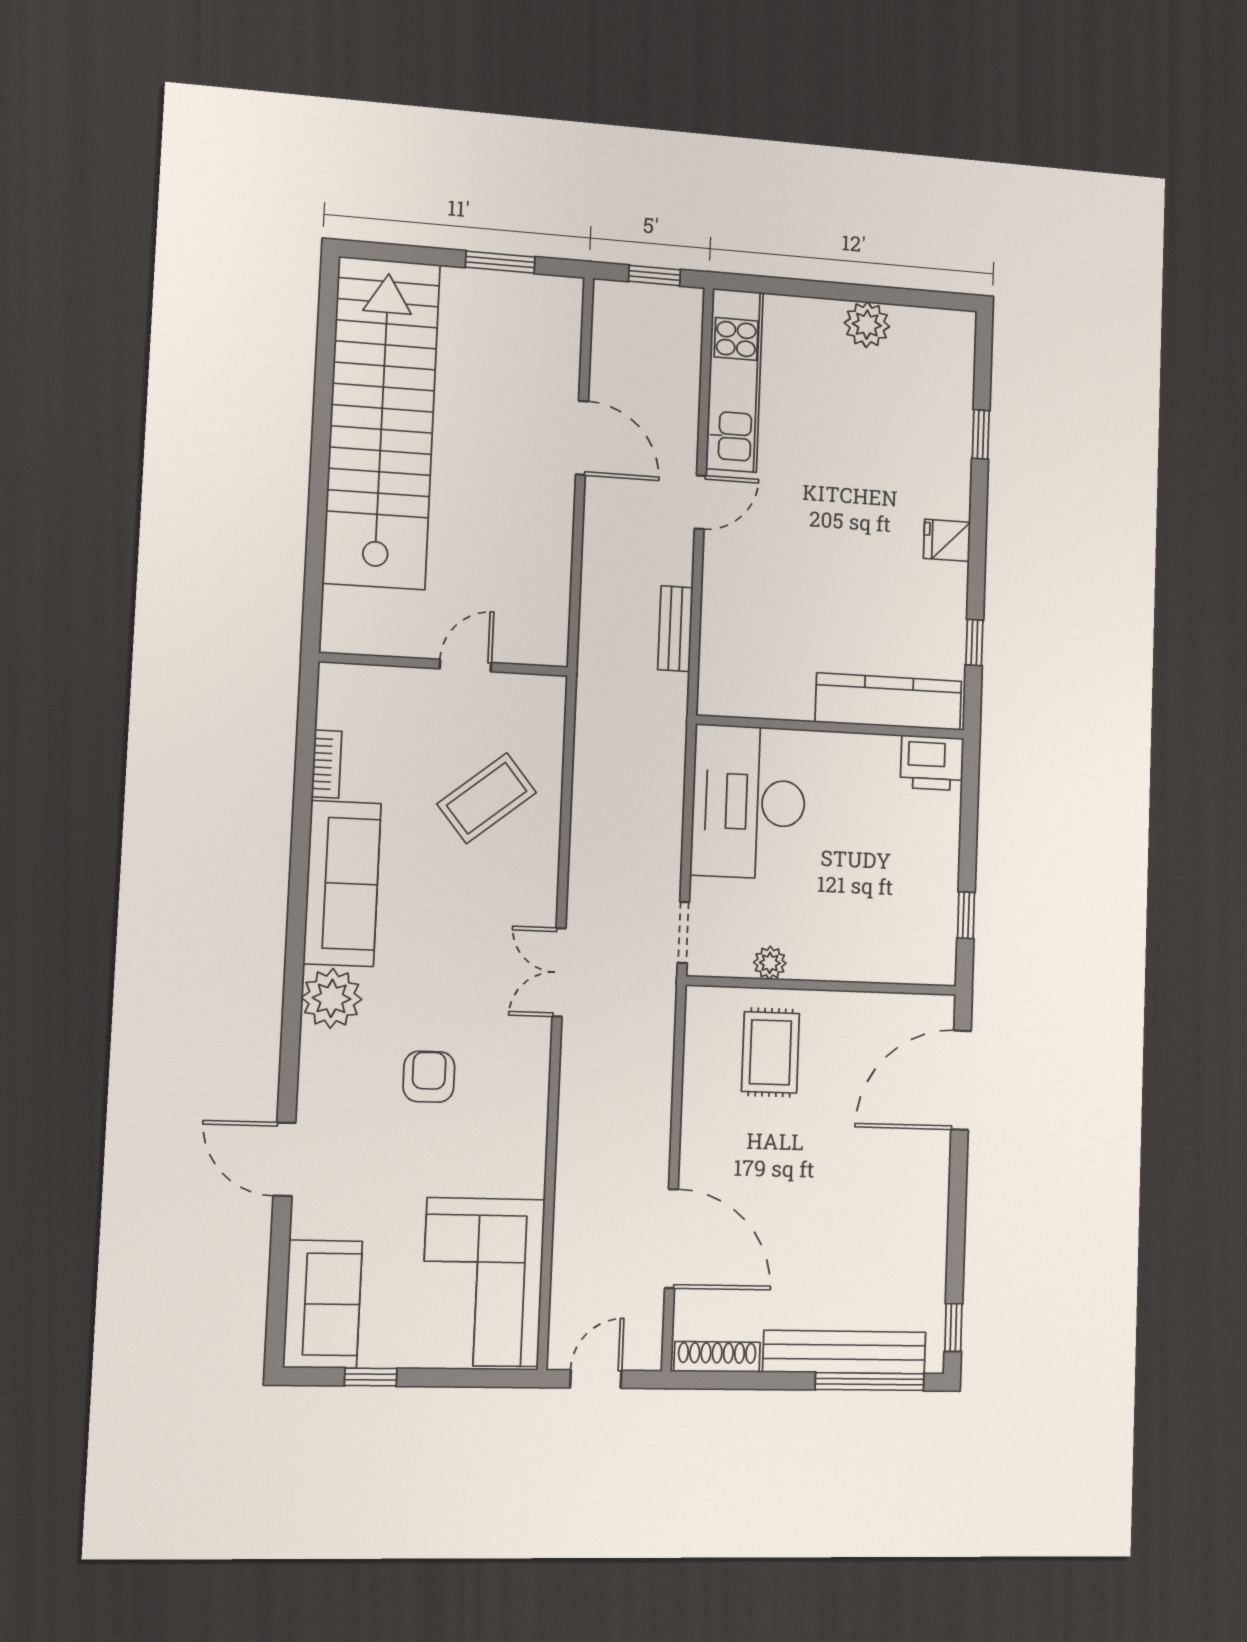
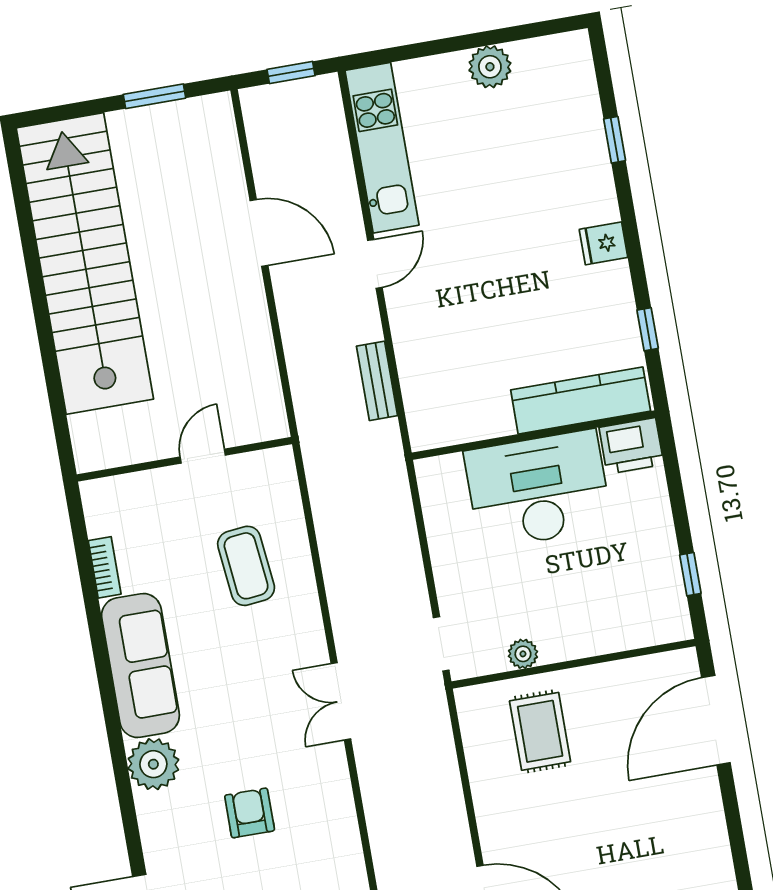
coffee table: (487, 798) -> (246, 566), turned -57
desk: (749, 802) -> (538, 489), moved, turned 90

